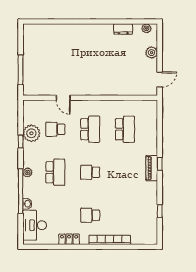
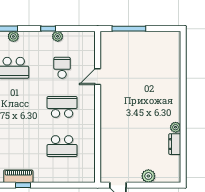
plant: (146, 28) -> (176, 127), moved
school desk: (90, 129) -> (62, 107), turned 180
plant: (31, 133) -> (58, 36), width x0.53, depth x0.53
school desk: (90, 172) -> (14, 107), removed

